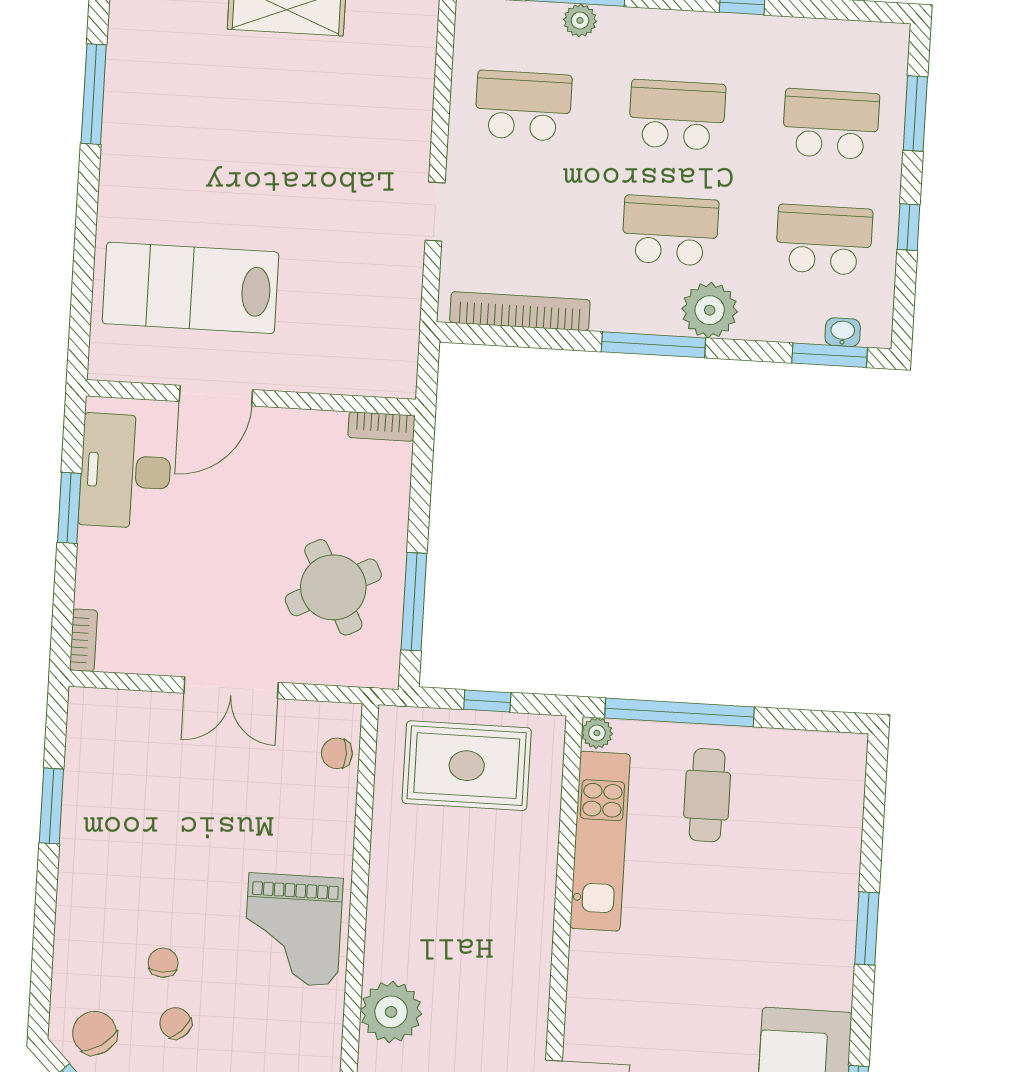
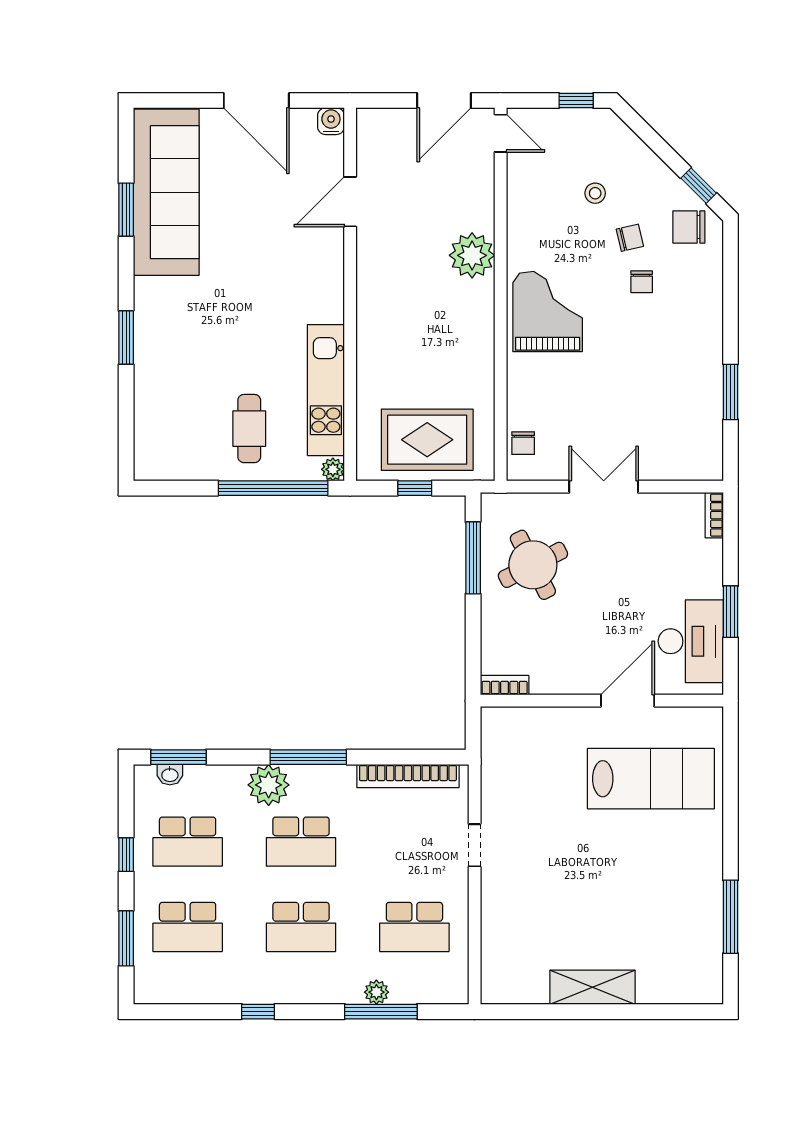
chair: (337, 753) -> (523, 443), turned 90
chair: (176, 1023) -> (630, 238), turned -57
chair: (95, 1033) -> (689, 227), turned 123

